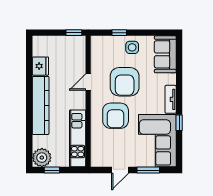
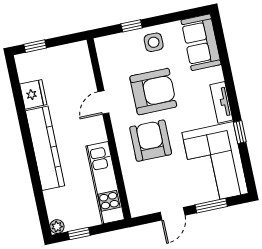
window: (74, 33) -> (35, 46), moved
armchair: (125, 82) -> (153, 92), turned -90
armchair: (116, 116) -> (151, 141), turned 180
plant: (42, 158) -> (57, 227), width x0.53, depth x0.53

